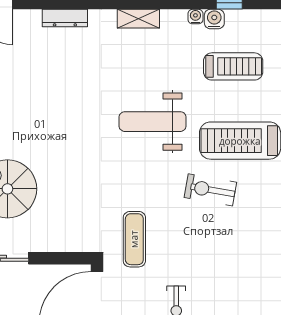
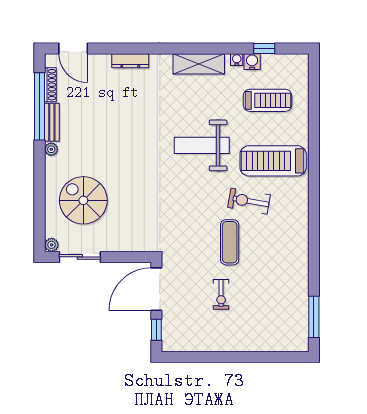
shelving: (138, 19) -> (199, 64), width x1.50, depth x1.33
exercise mat: (134, 239) -> (230, 242), moved

